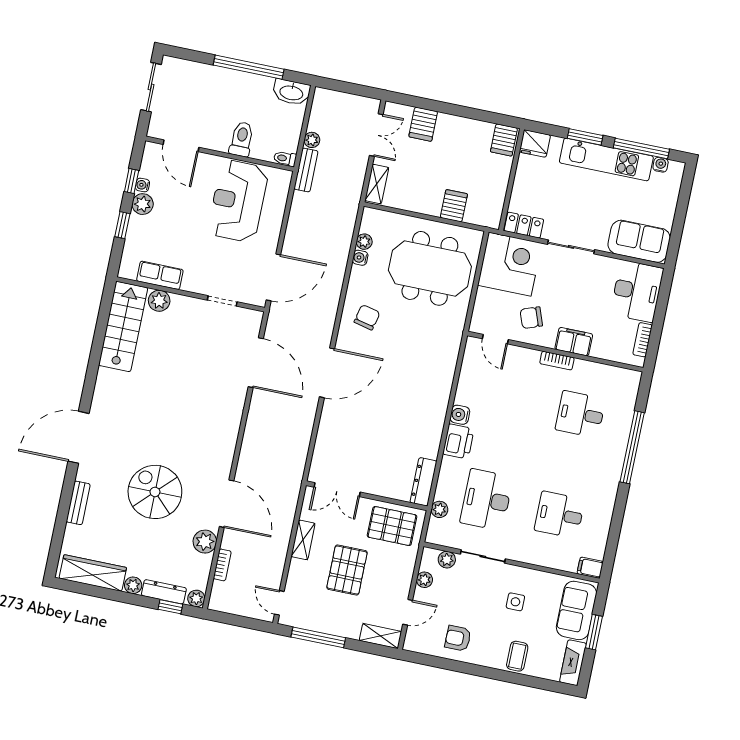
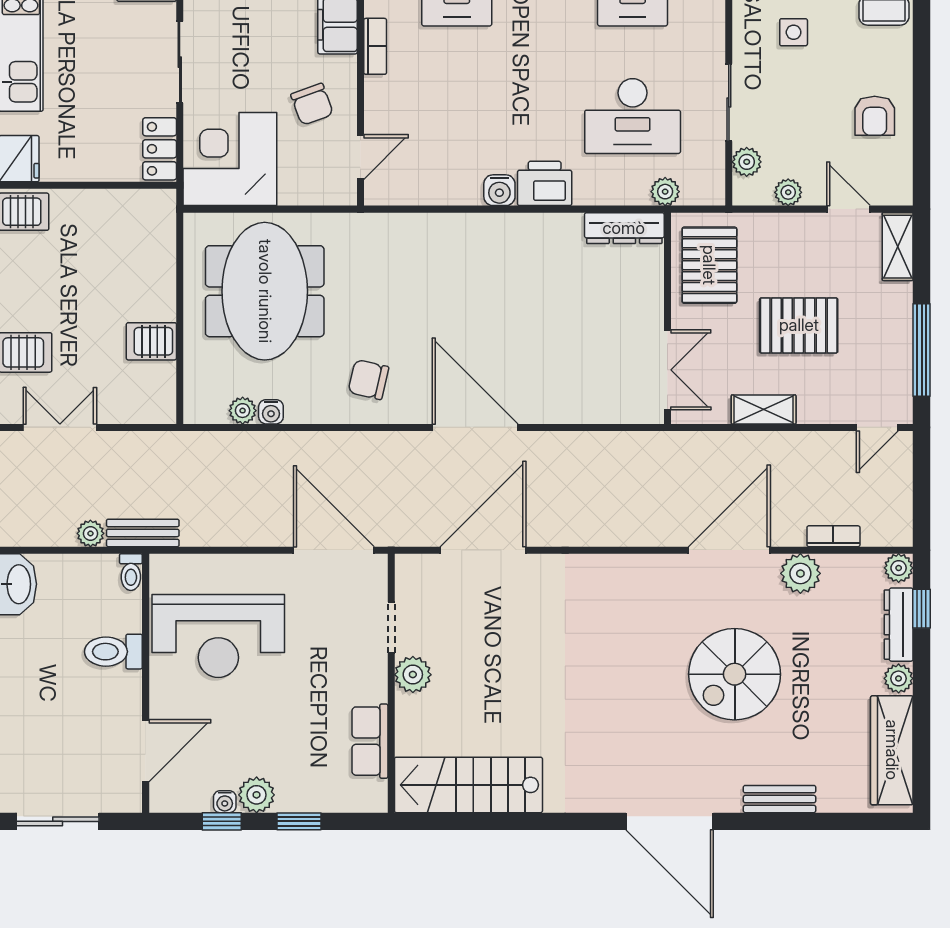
shelving: (377, 184) -> (142, 410), removed
server rack: (454, 206) -> (151, 341), moved
plant: (159, 301) -> (413, 675), moved

